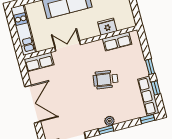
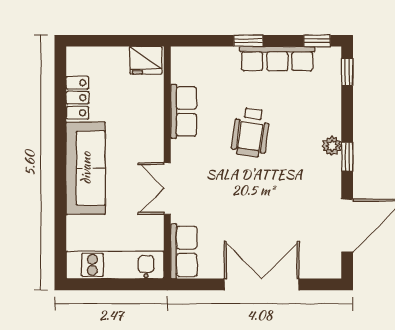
fridge: (107, 27) -> (146, 60), moved, turned -90
row of seats: (117, 41) -> (184, 111), moved
window: (156, 88) -> (317, 41), moved
row of seats: (148, 96) -> (277, 59), moved

